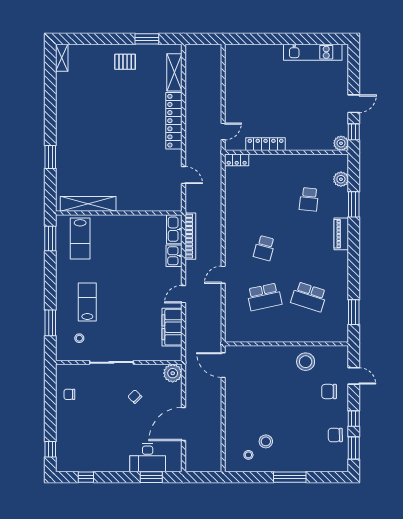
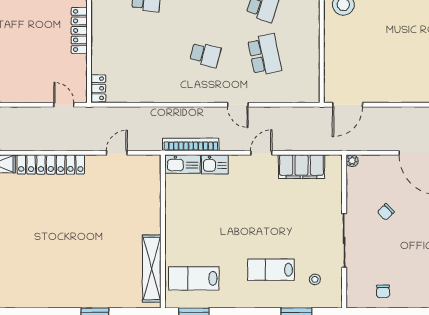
locker: (266, 144) -> (79, 30), moved
lab bench: (80, 239) -> (194, 278), turned 180
door: (184, 294) -> (261, 153), swing flipped
plant: (173, 373) -> (352, 161), width x0.53, depth x0.53

